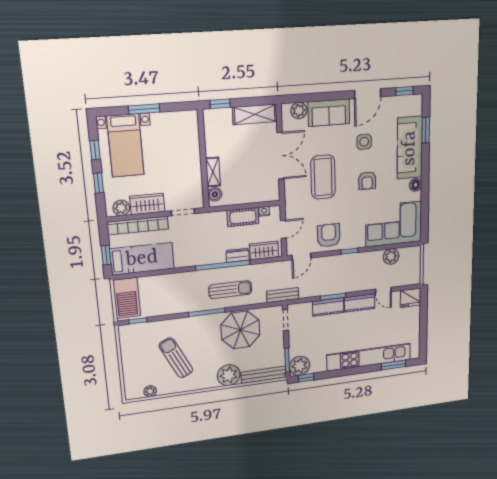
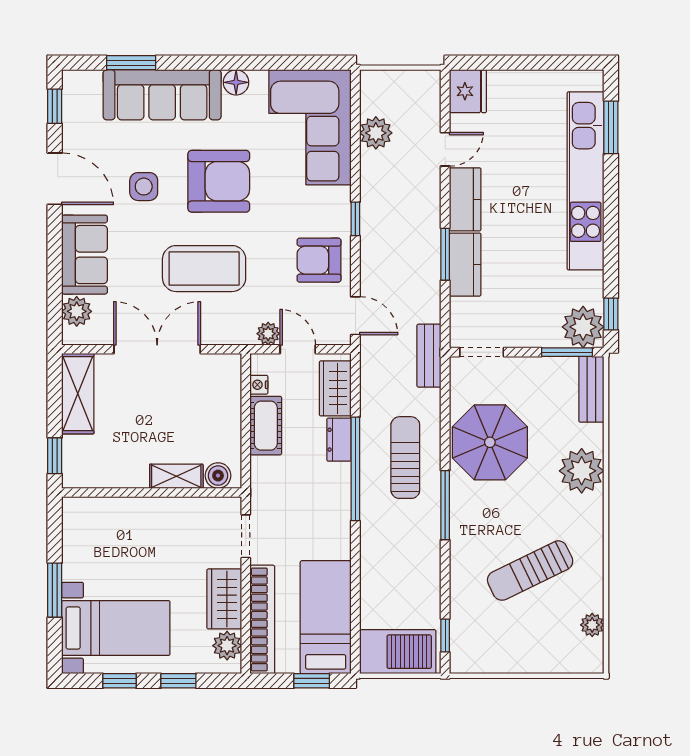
armchair: (367, 181) -> (219, 181), width x1.88, depth x1.88
plant: (291, 213) -> (268, 334), added
bench: (264, 375) -> (591, 389), width x0.73

